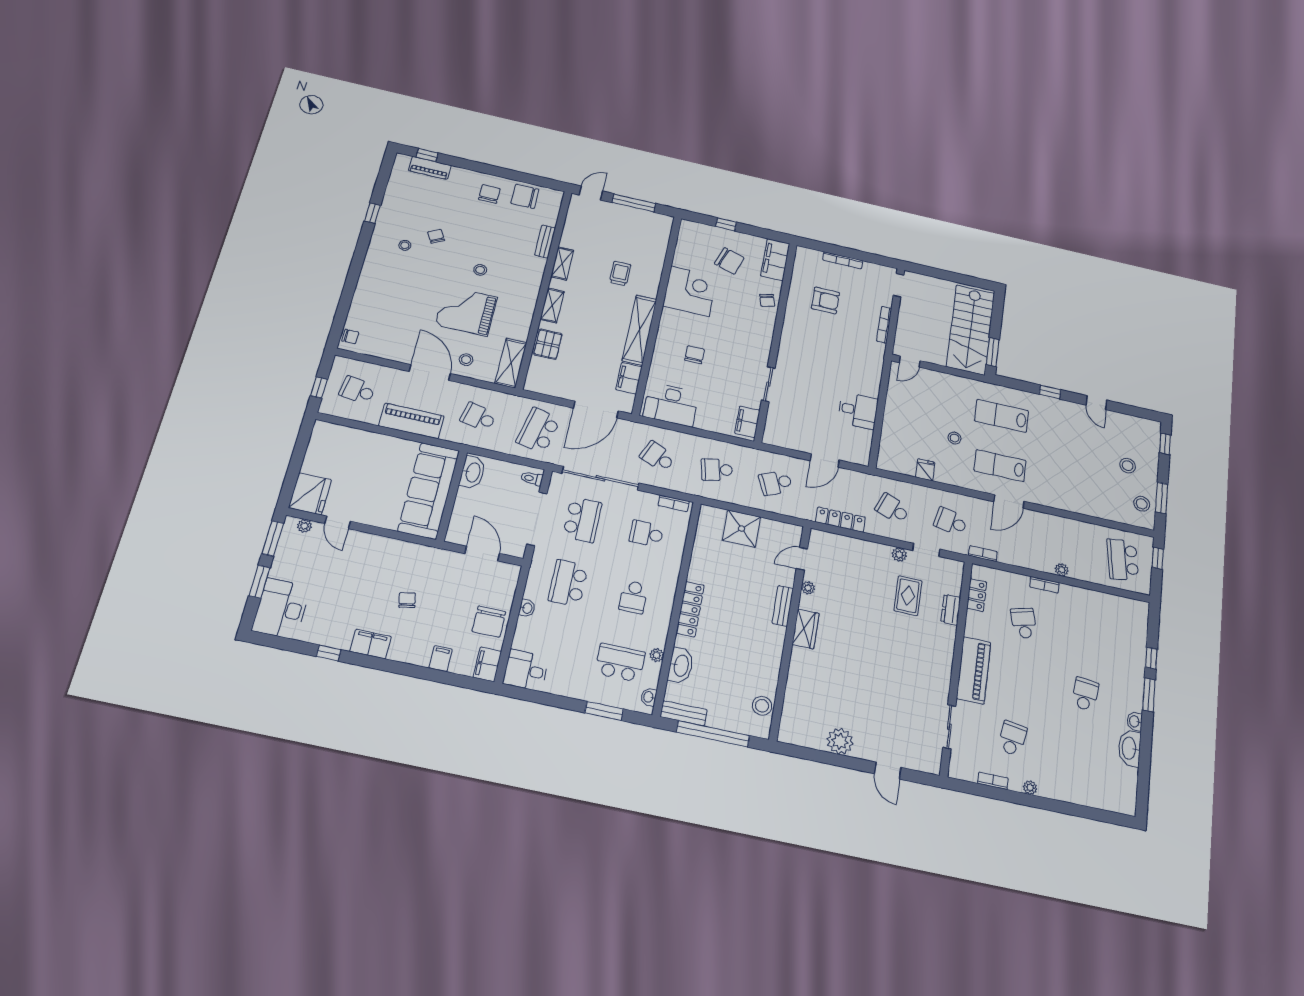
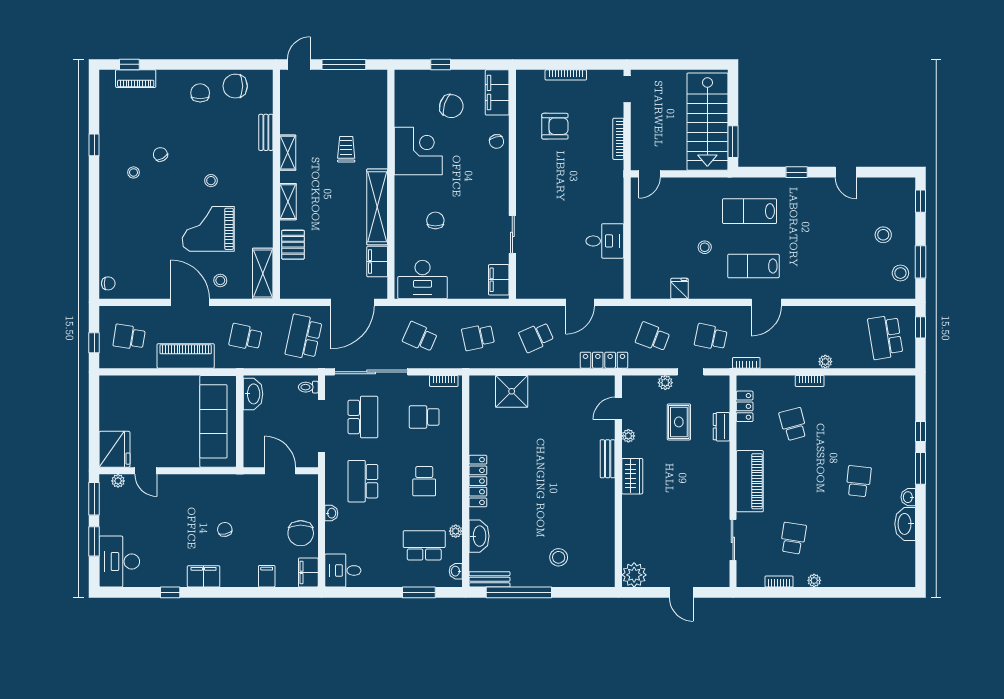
door: (802, 559) -> (618, 408), moved
plant: (808, 588) -> (628, 436), moved
bench: (783, 606) -> (608, 459), moved
wardrobe: (806, 629) -> (632, 476), moved
wall: (790, 631) -> (618, 481), moved

